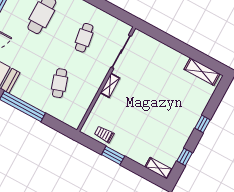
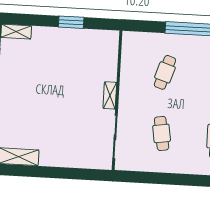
cafe table: (60, 83) -> (165, 72), turned 36
trolley: (104, 134) -> (91, 40), removed

